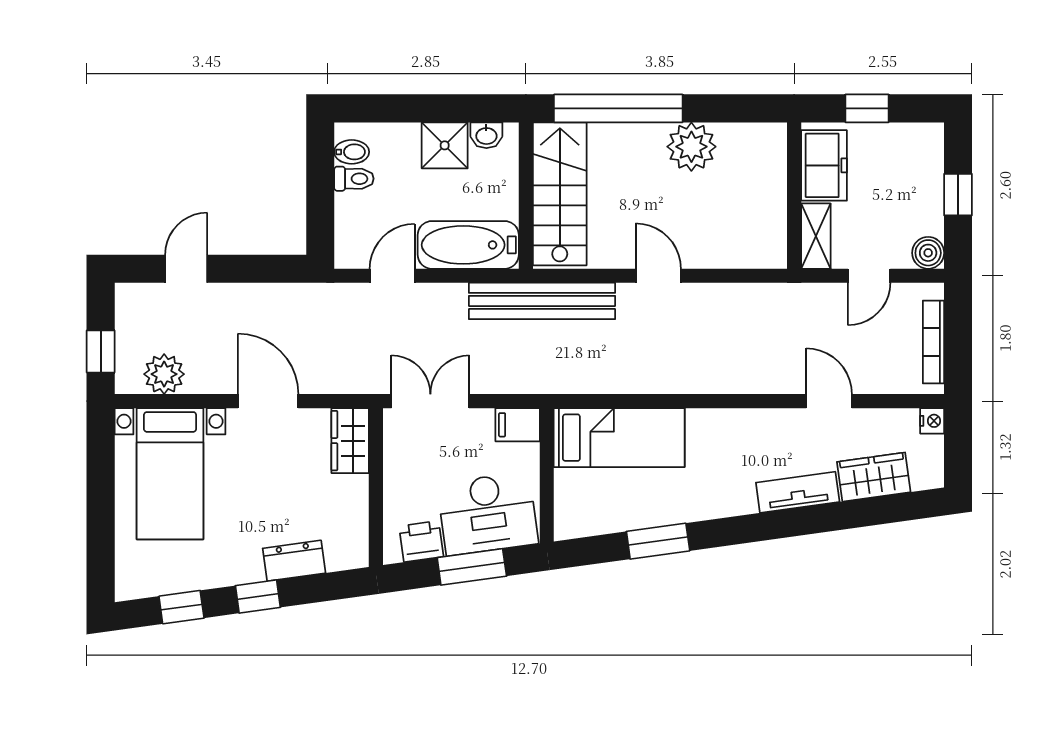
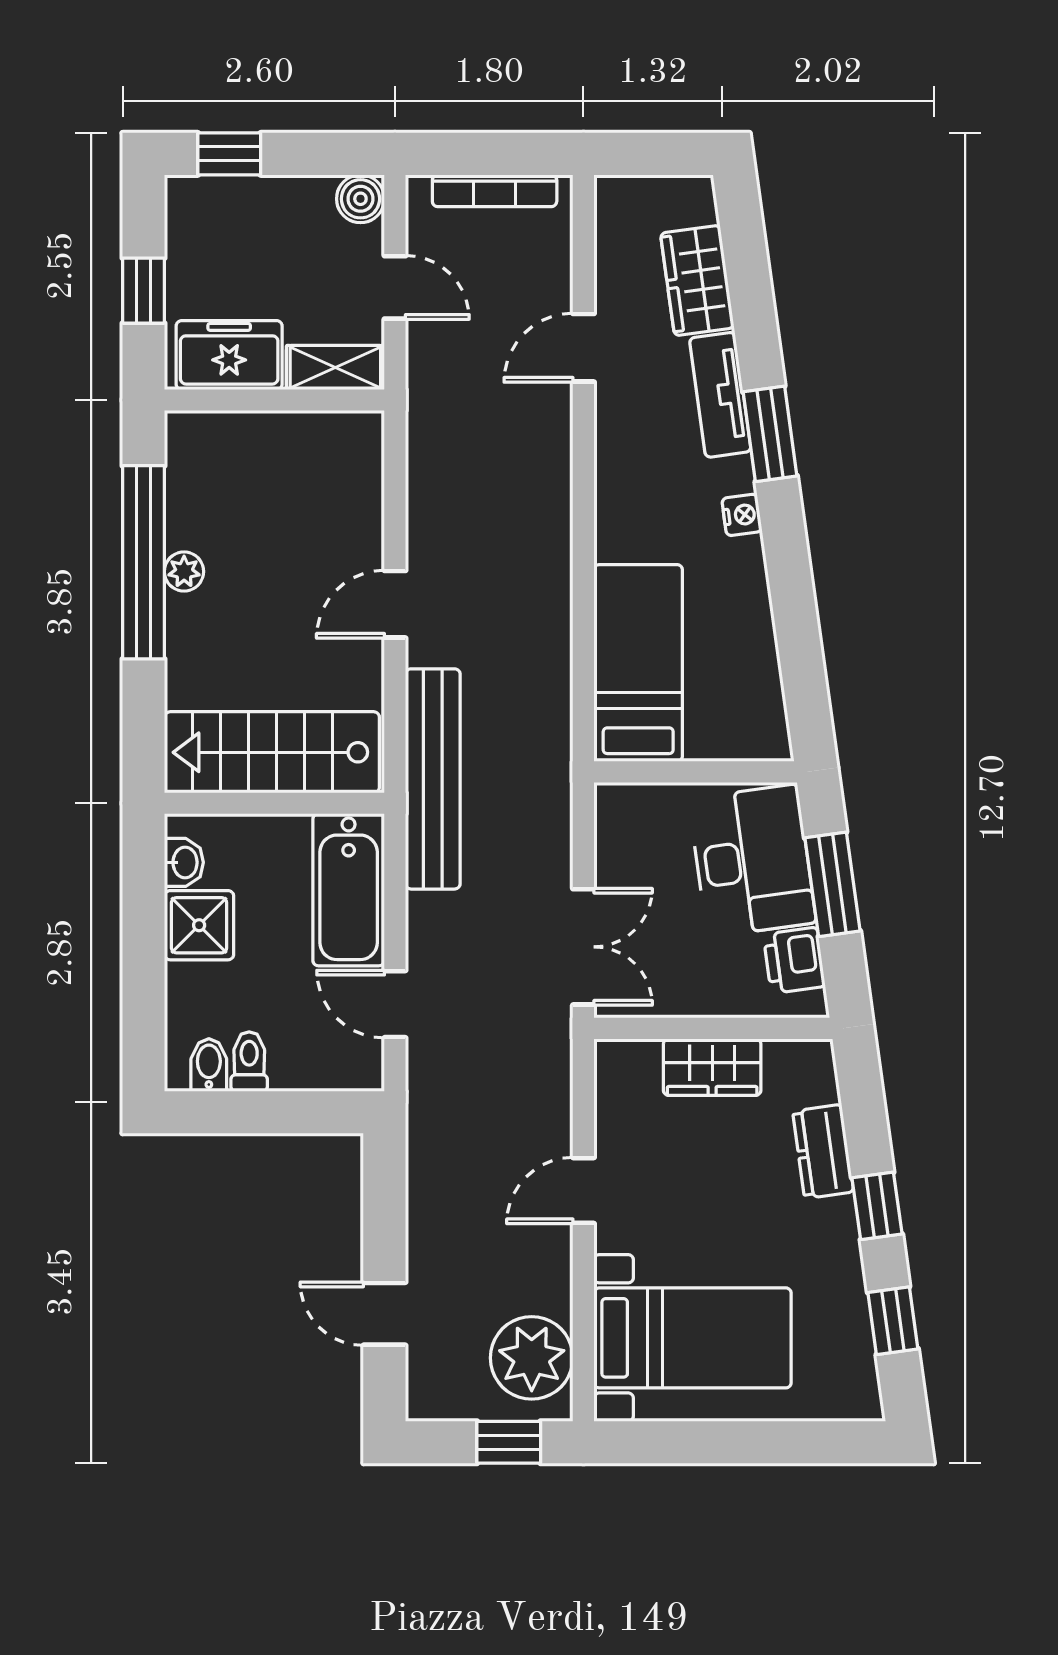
window: (618, 108) -> (144, 562), moved
plant: (691, 147) -> (184, 572), width x0.53, depth x0.53
window: (958, 195) -> (229, 154), moved
plant: (164, 374) -> (532, 1358), width x1.36, depth x1.36
door: (268, 401) -> (583, 1191), width x0.73
double door: (430, 401) -> (583, 947), swing flipped
nightstand: (932, 421) -> (742, 515), moved, turned 82
filing cabinet: (518, 425) -> (619, 816), removed
wardrobe: (350, 441) -> (712, 1067), moved
window: (658, 541) -> (770, 434), moved

